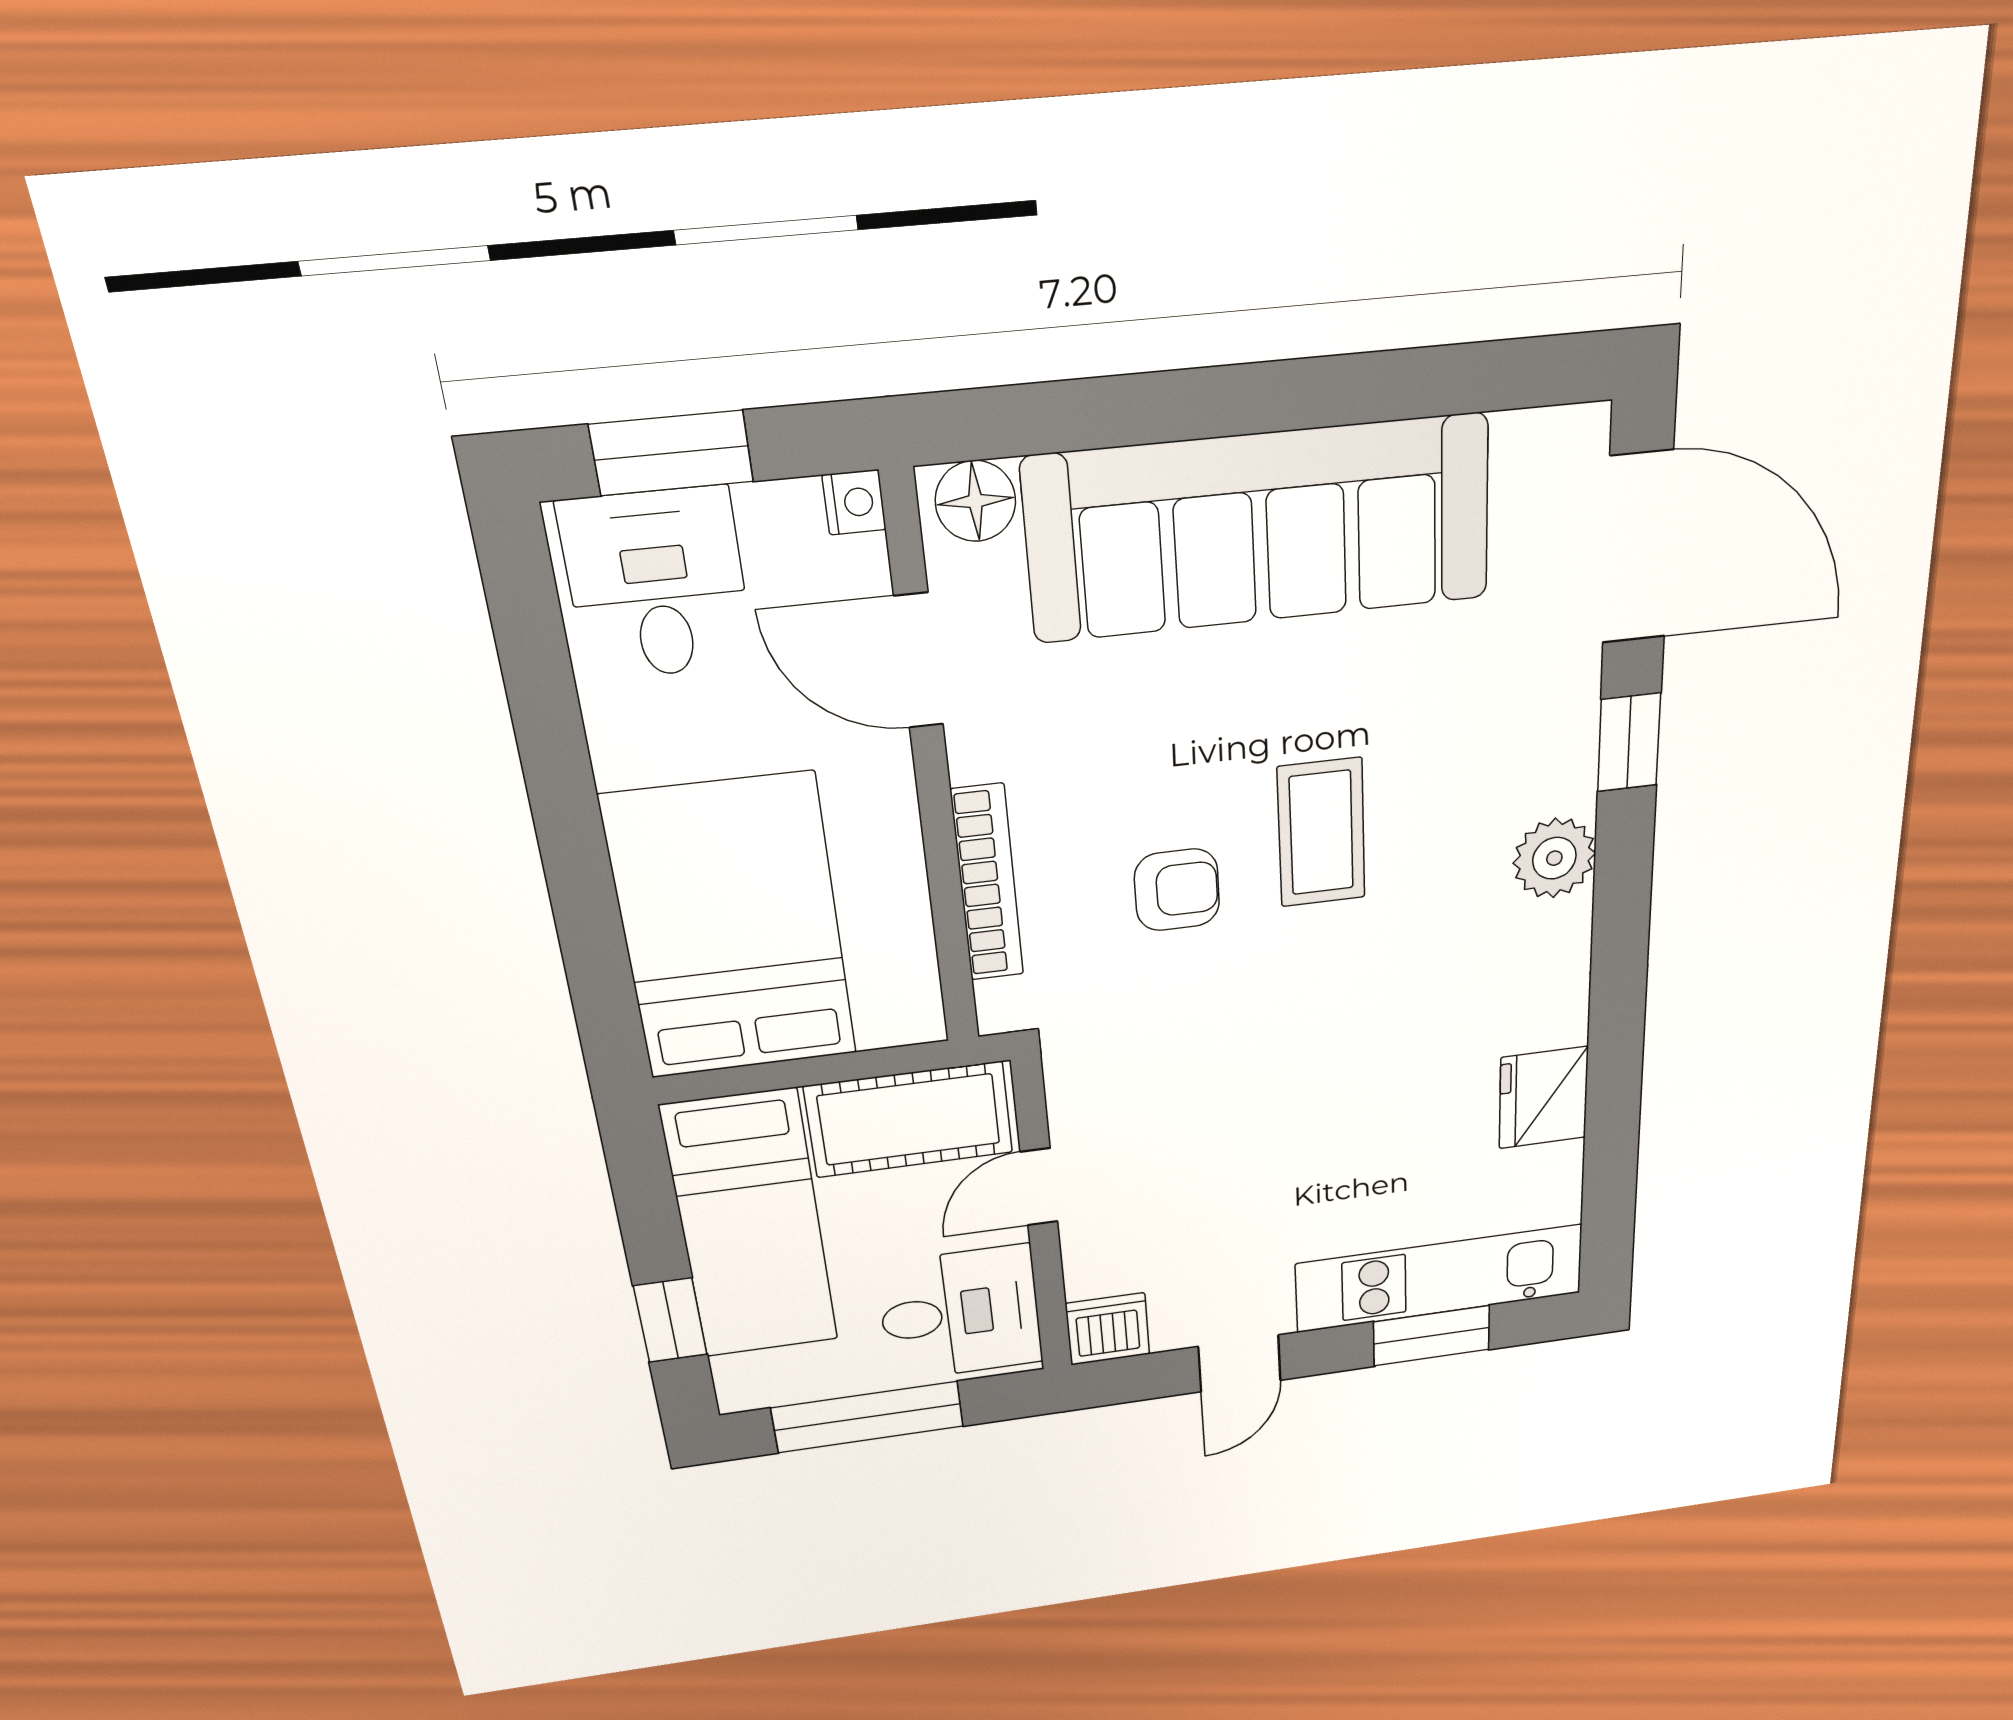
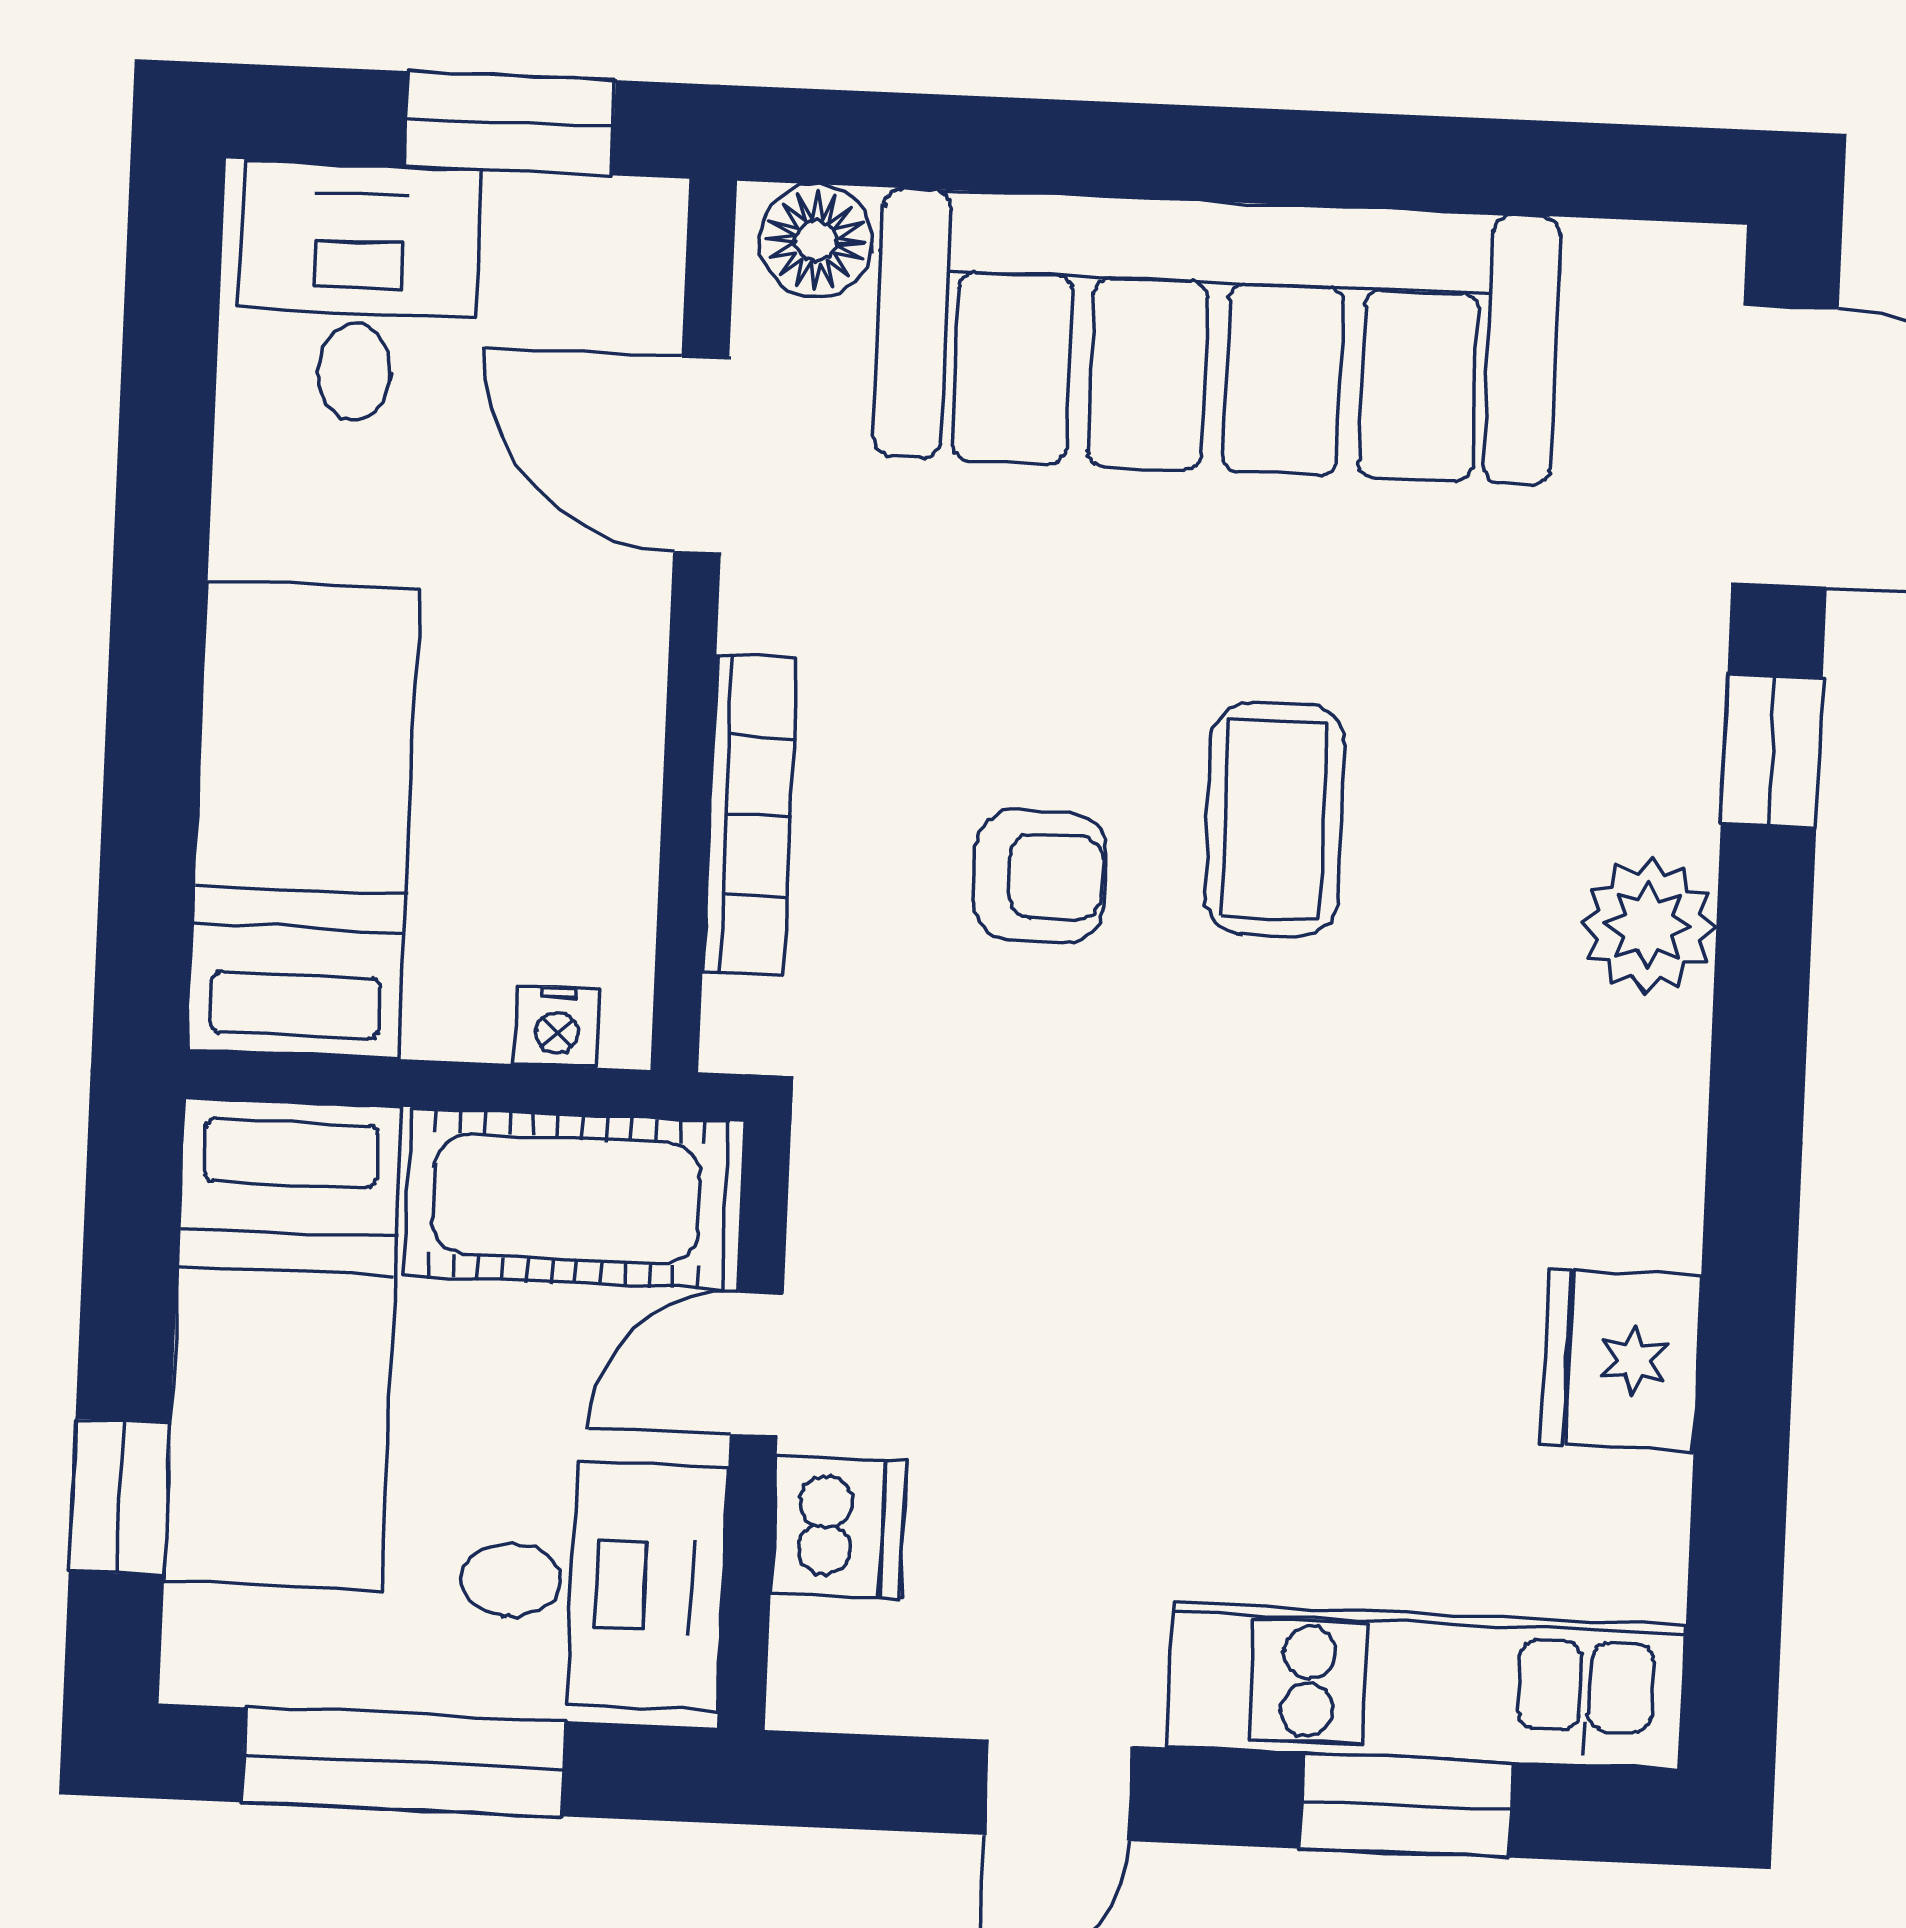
window: (671, 453) -> (510, 123), moved
nightstand: (854, 502) -> (557, 1026), moved, turned 90
bed: (731, 928) -> (303, 820), width x0.67
dishwasher: (1108, 1329) -> (838, 1527), moved, turned 90

